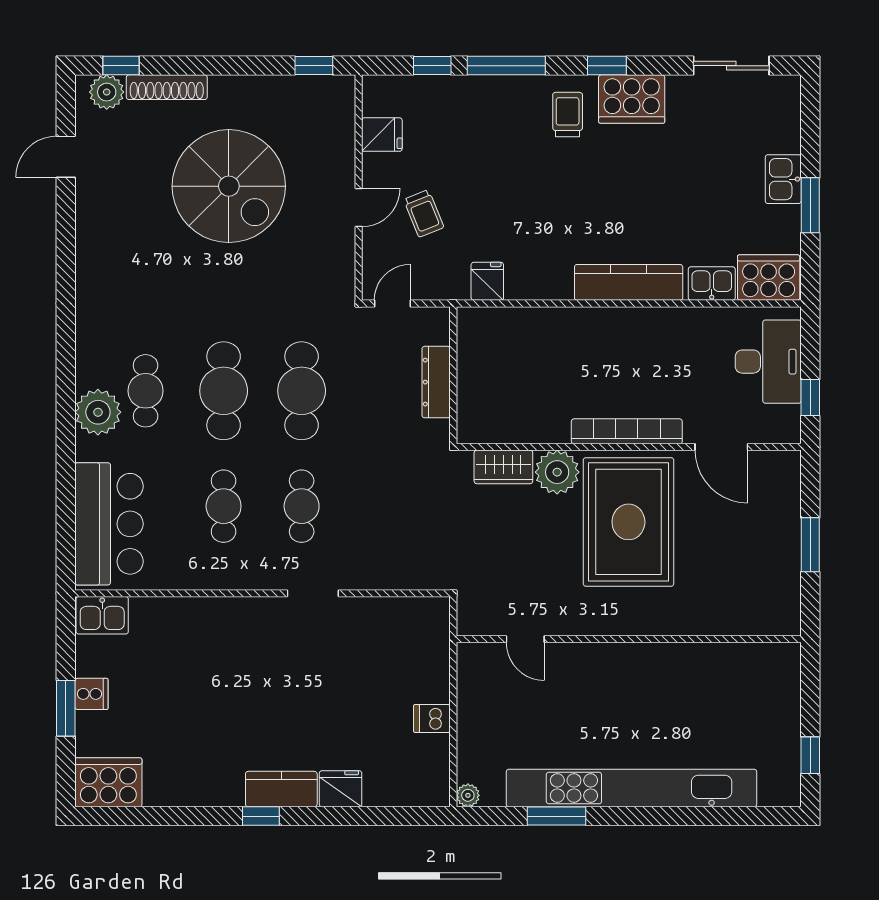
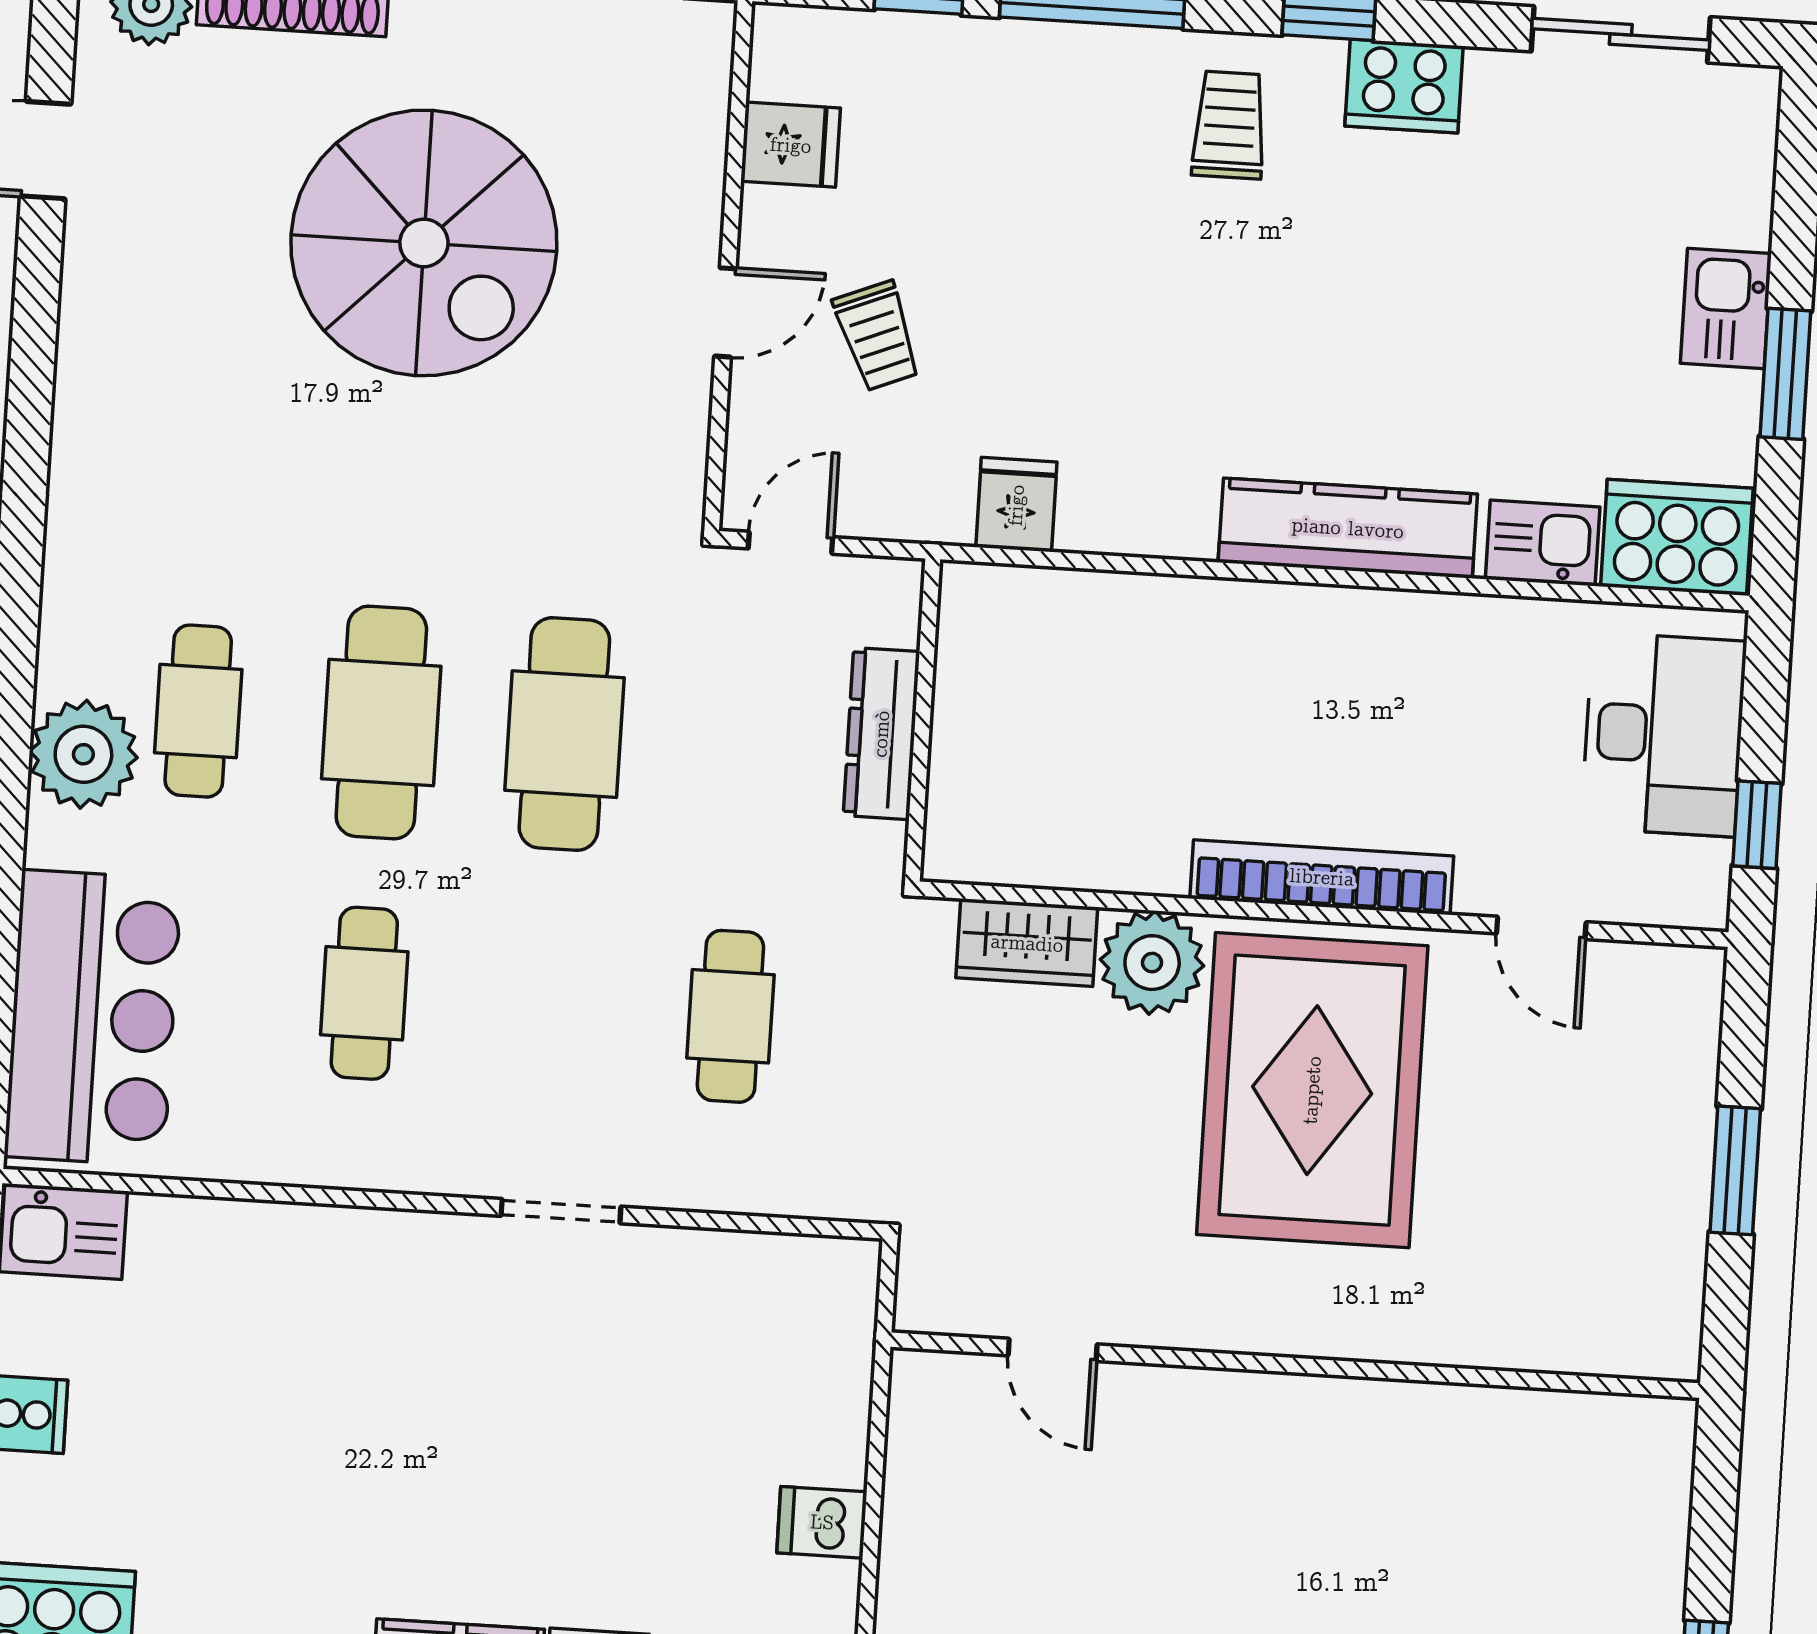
cooker: (632, 99) -> (1404, 86), width x0.73, depth x0.76
door: (721, 447) -> (1541, 928), width x0.73
cafe table: (302, 506) -> (730, 1016), moved

